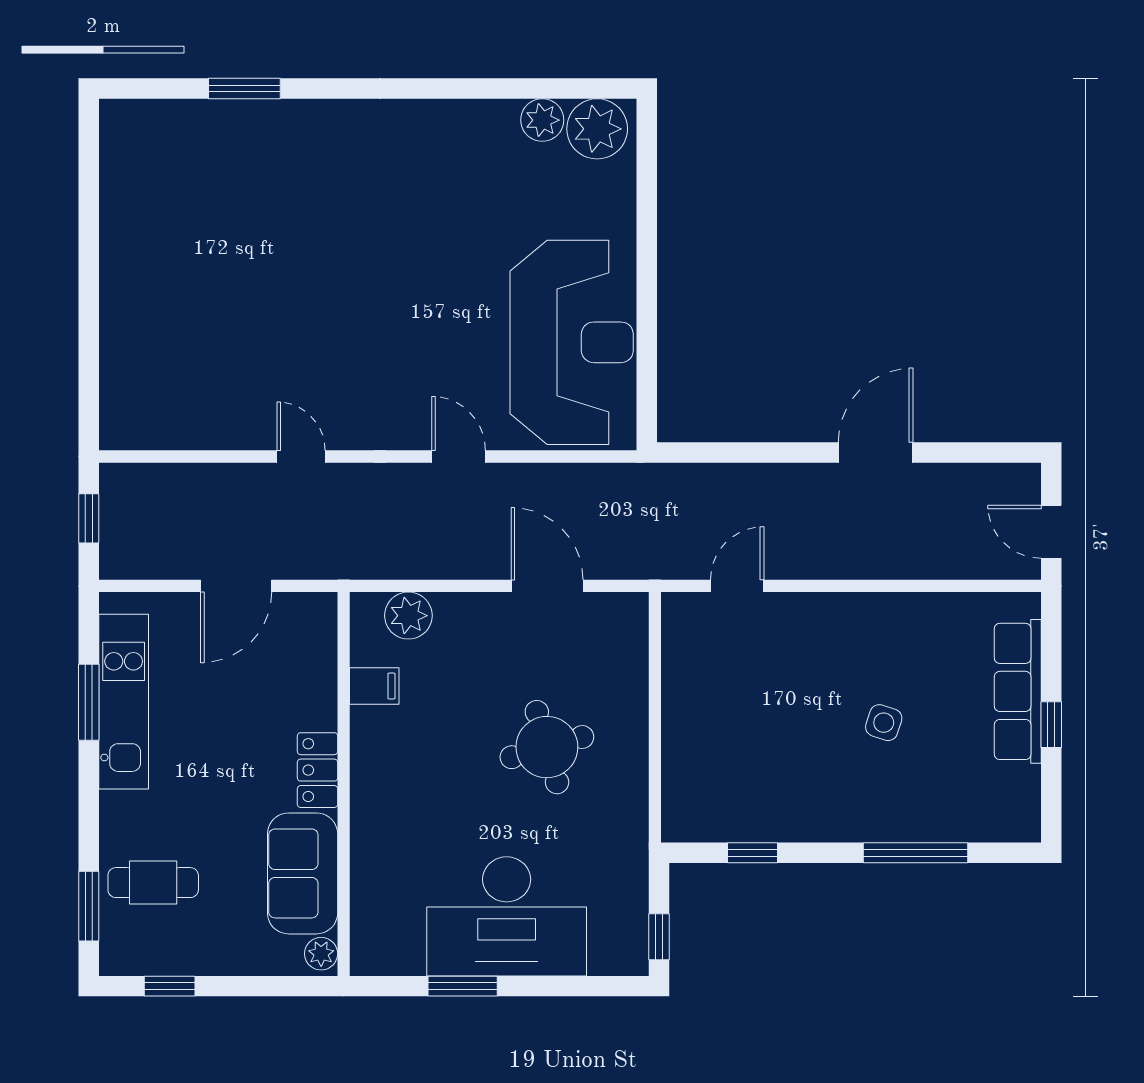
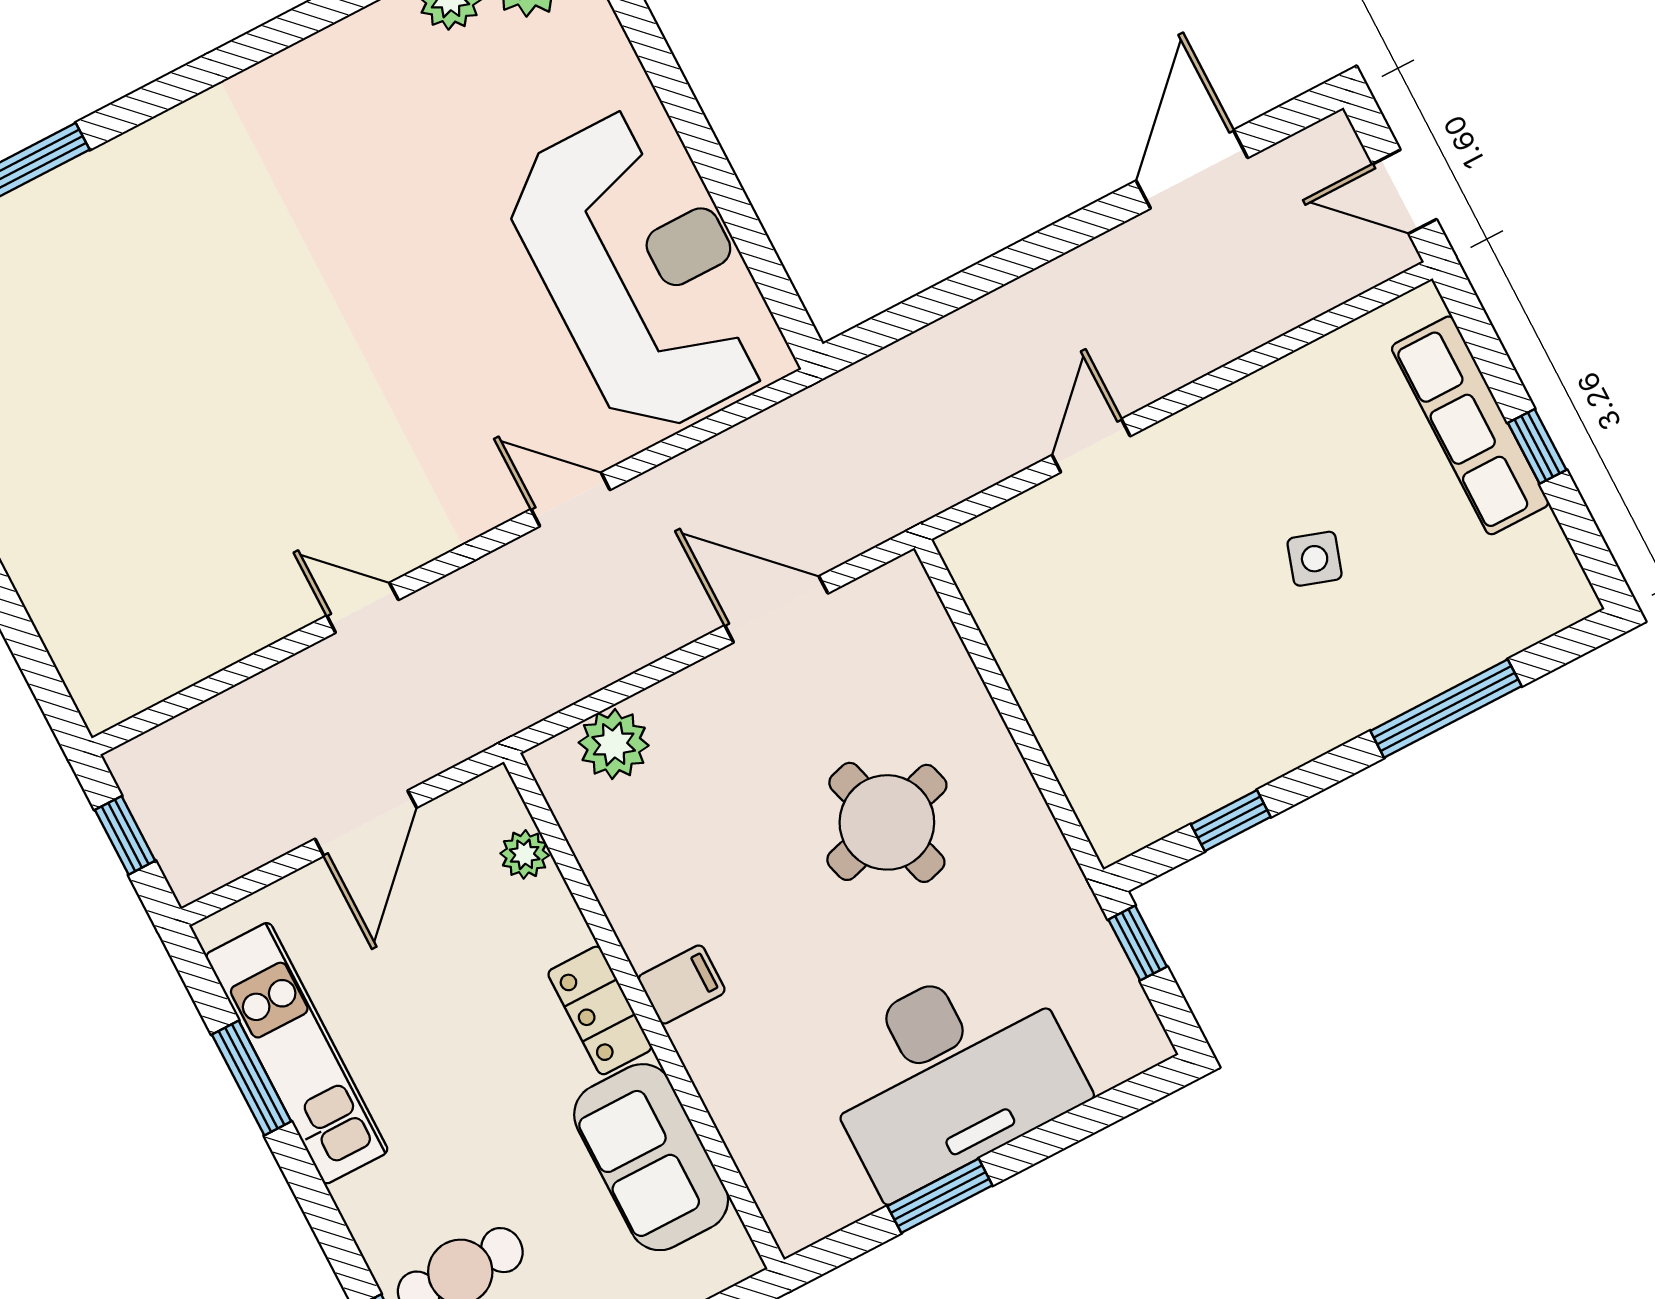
door: (876, 452) -> (1192, 169), moved
door: (737, 586) -> (1091, 446), moved
filing cabinet: (374, 686) -> (682, 984), moved
window: (659, 937) -> (1138, 943), moved
plant: (321, 954) -> (525, 854), moved

